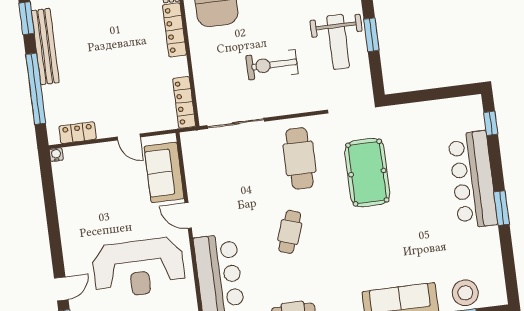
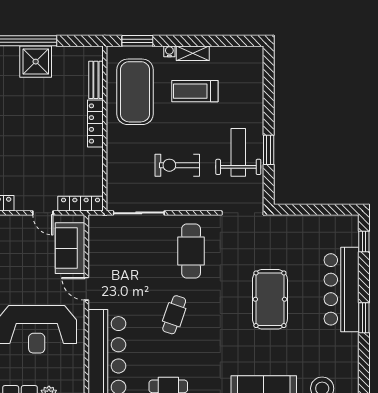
weight bench: (338, 42) -> (238, 152), turned 180
locker: (184, 102) -> (80, 204), moved, turned 90
pool table: (367, 173) -> (270, 299), moved

